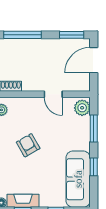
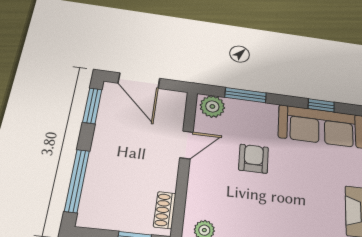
armchair: (28, 145) -> (254, 159), moved, turned 120
window: (94, 167) -> (321, 105), moved

